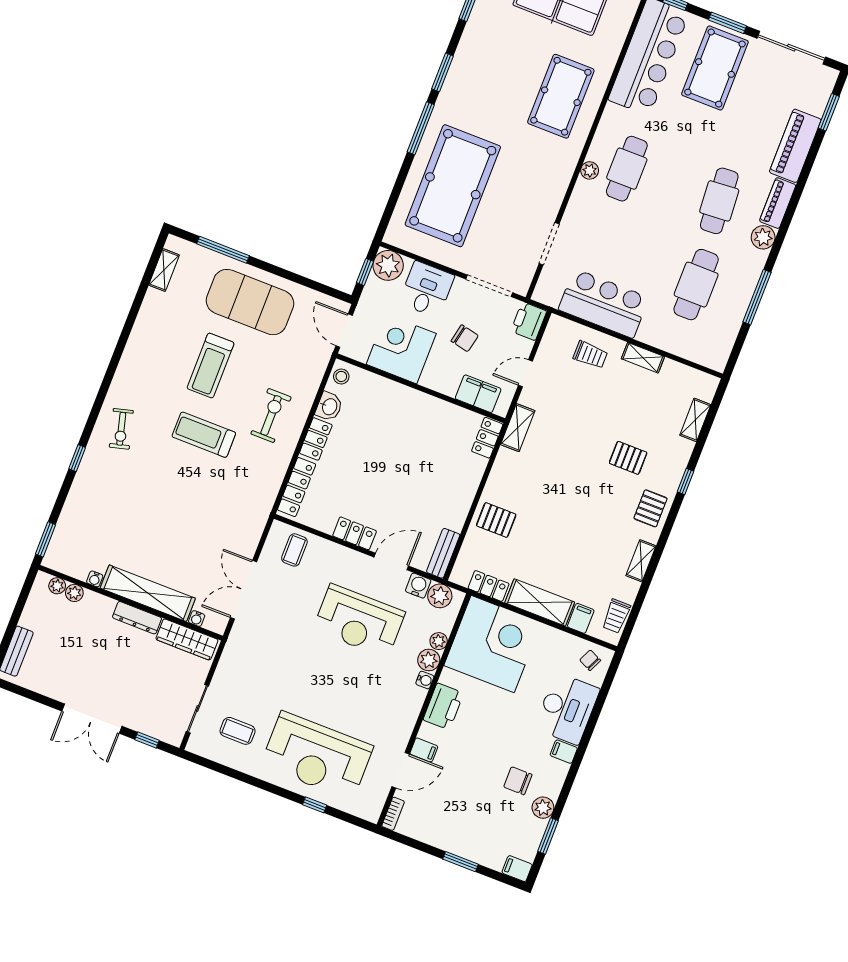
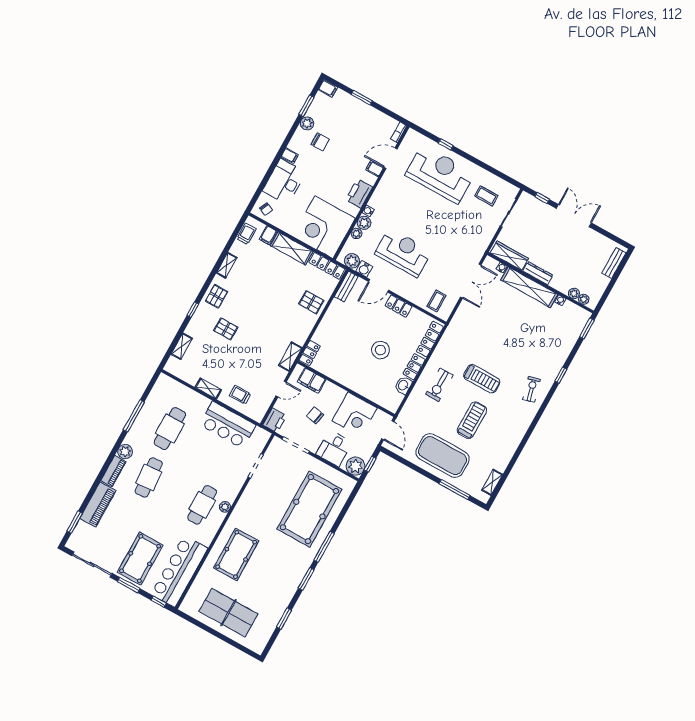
stool: (341, 376) -> (380, 350), moved, width x1.89, depth x1.89
locker: (489, 586) -> (327, 266), width x1.53

